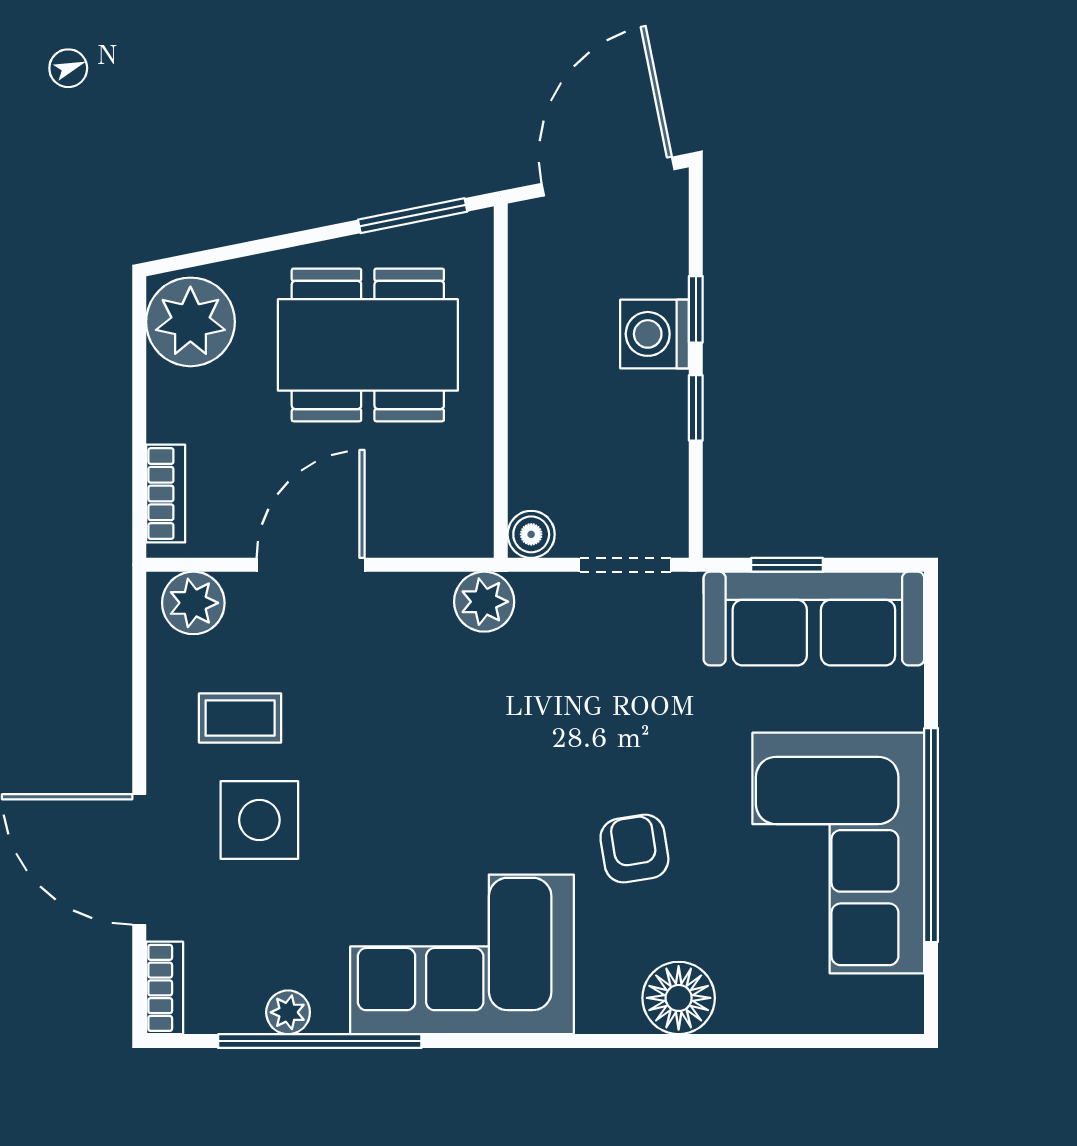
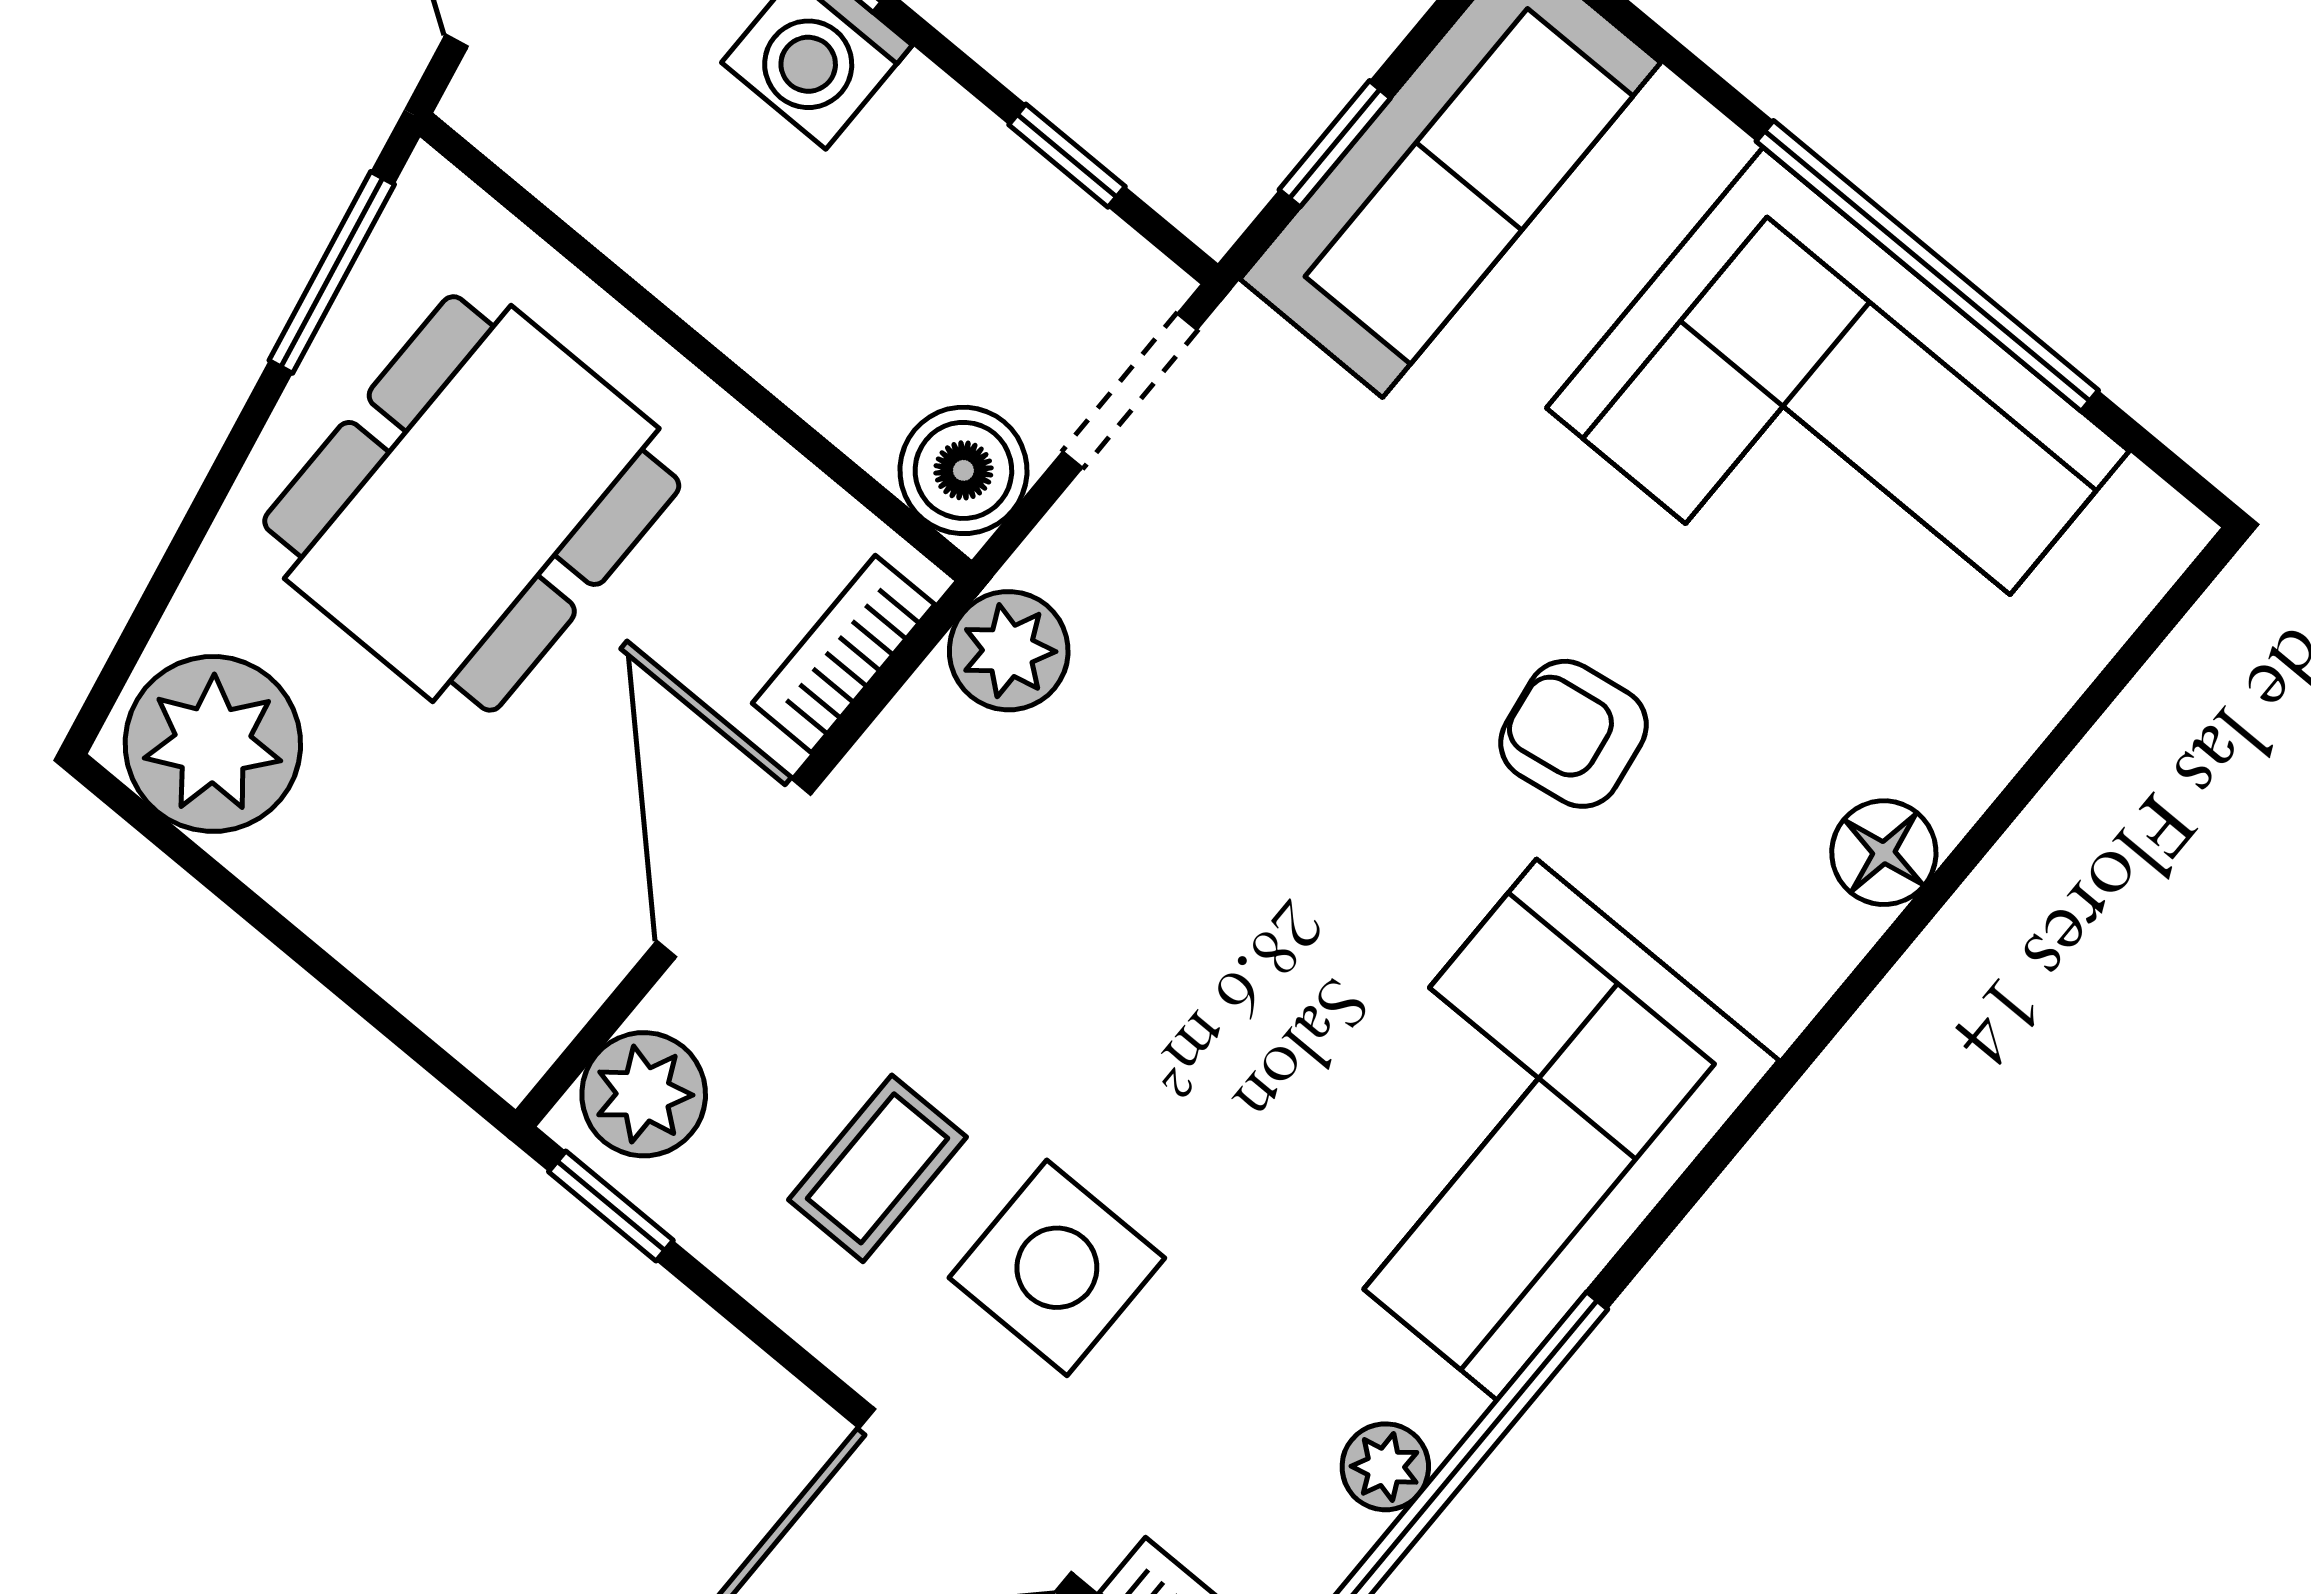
window: (696, 408) -> (1067, 156), moved
bookcase: (166, 494) -> (843, 654), moved, turned -90
boiler: (531, 534) -> (963, 470), width x1.36, depth x1.36
window: (139, 626) -> (611, 1206), added
floor lamp: (679, 998) -> (1884, 853), width x0.73, depth x0.73

